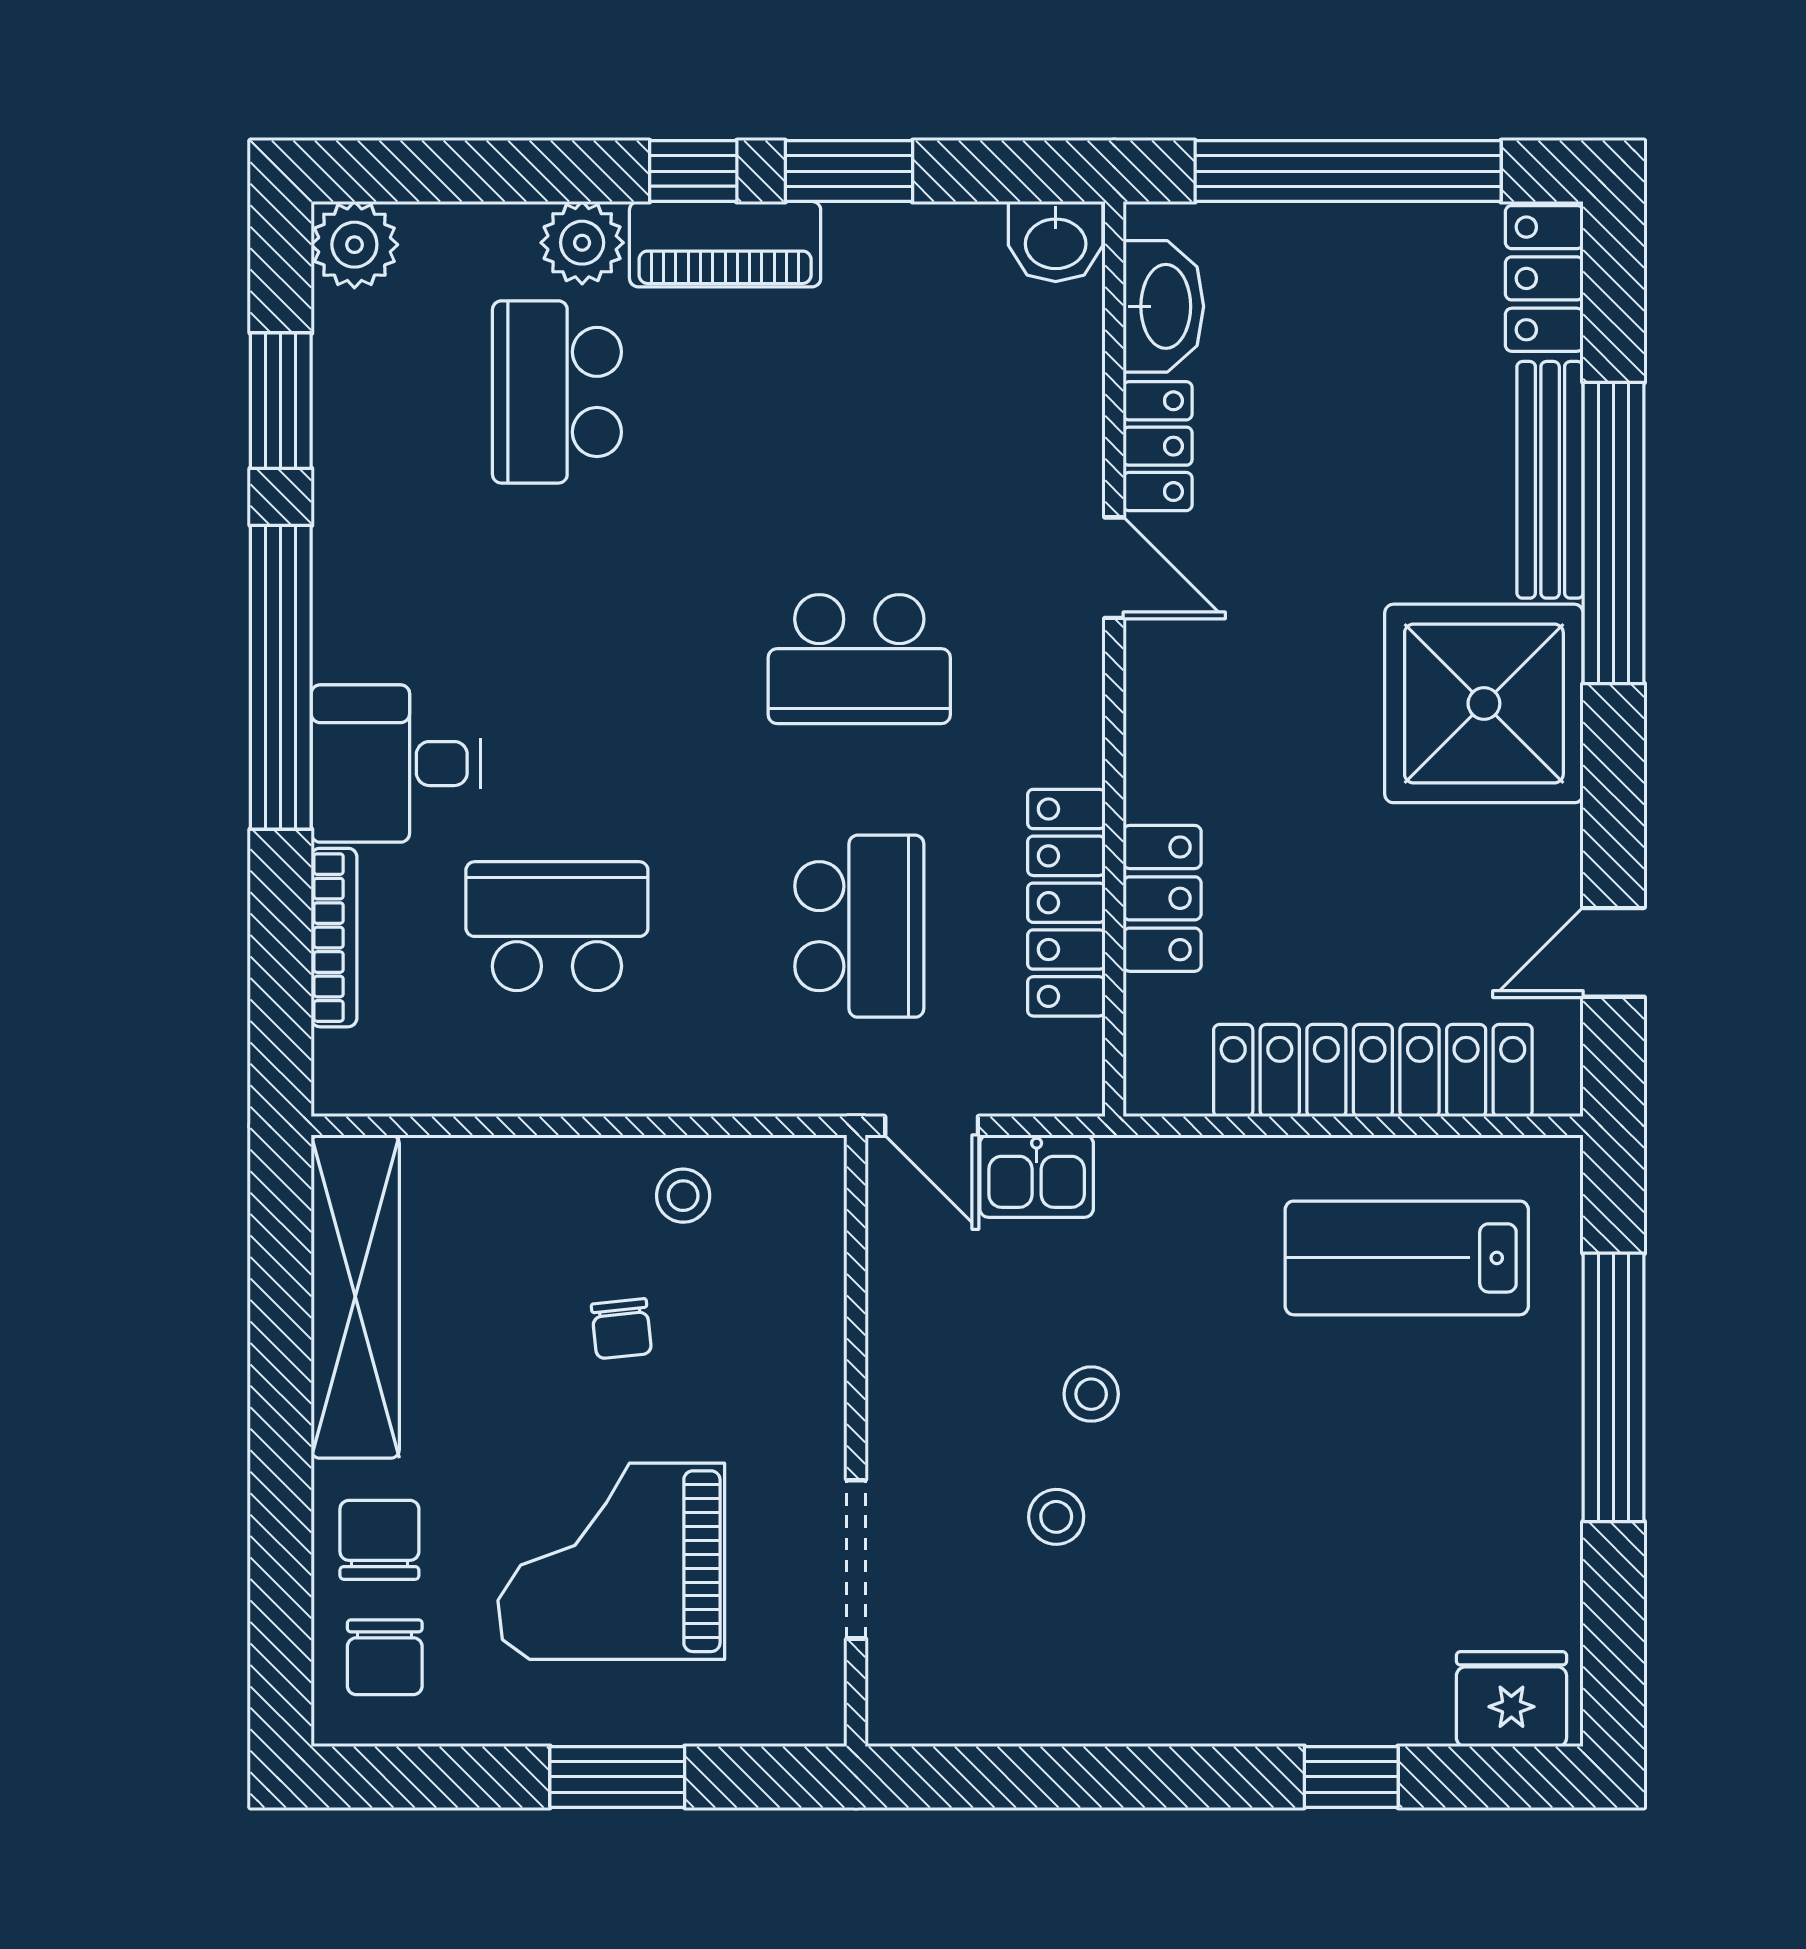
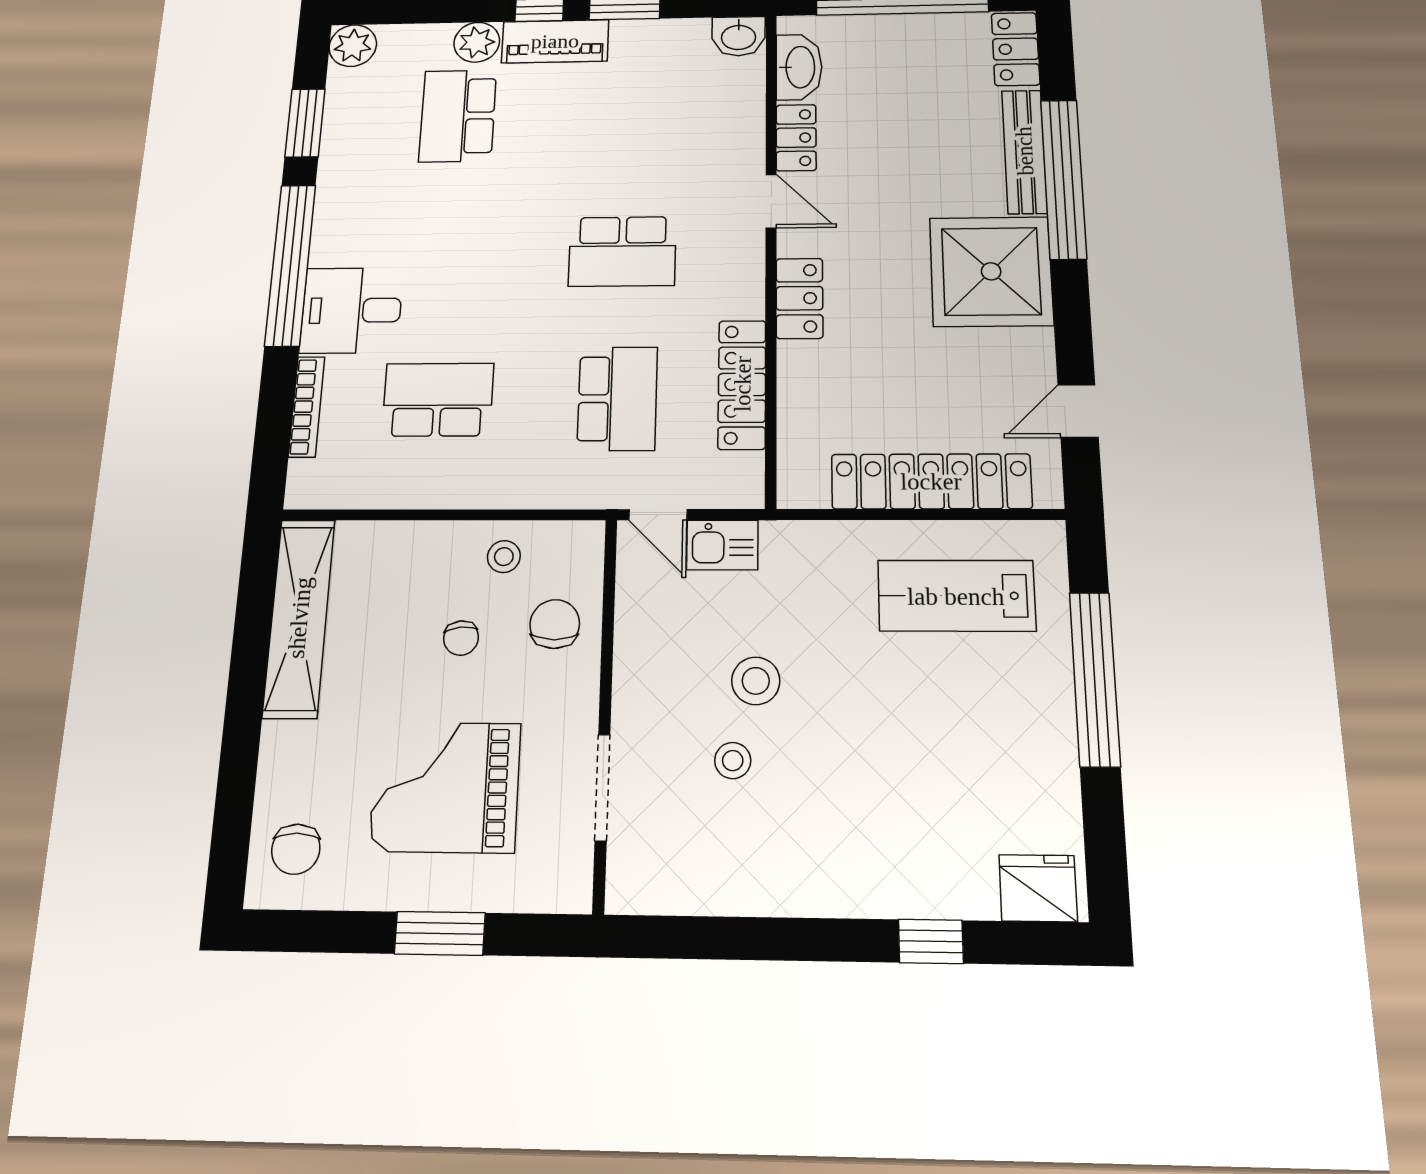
locker: (1162, 898) -> (799, 298), moved
stool: (1091, 1394) -> (756, 681), width x1.37, depth x1.37
chair: (379, 1540) -> (555, 624), moved

